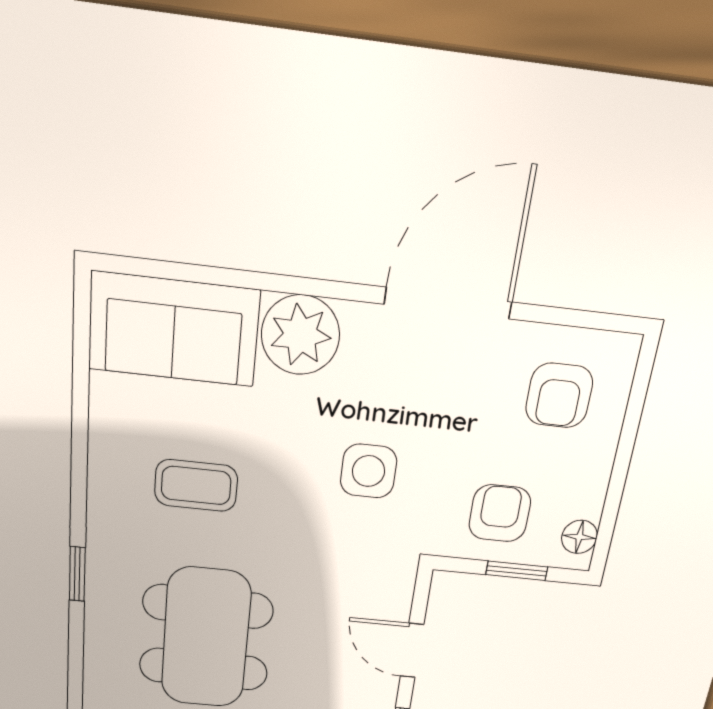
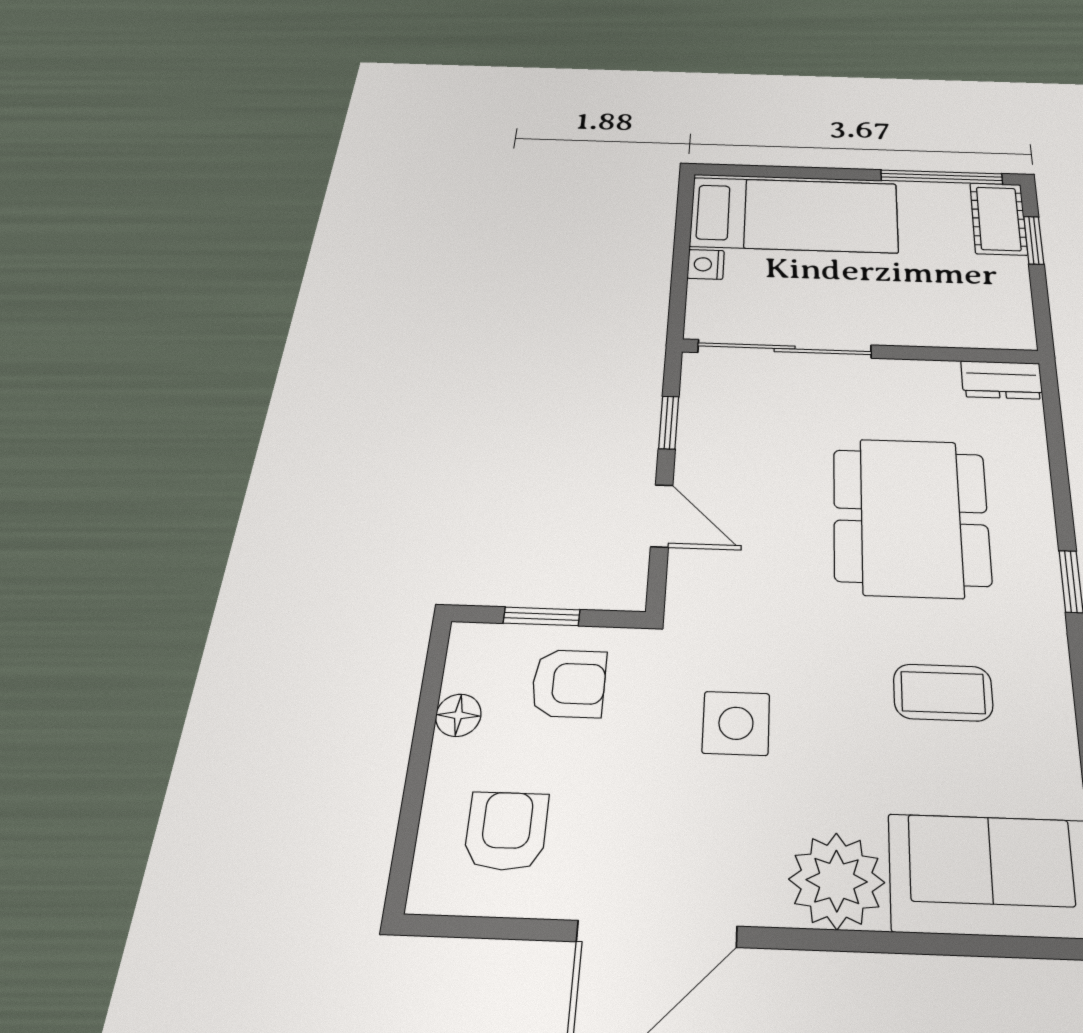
armchair: (500, 513) -> (569, 683), turned -90
floor lamp: (579, 537) -> (458, 715), moved

